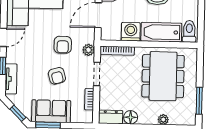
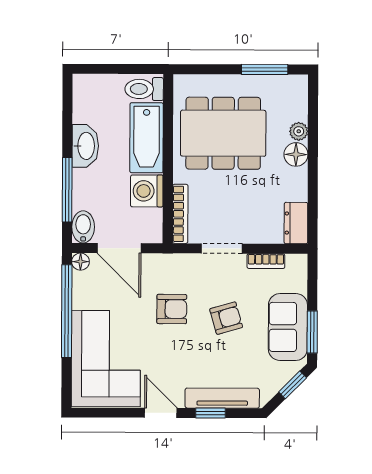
plant: (89, 50) -> (180, 264), removed
tv unit: (11, 79) -> (222, 398), width x1.41
floor lamp: (131, 117) -> (296, 154), moved

